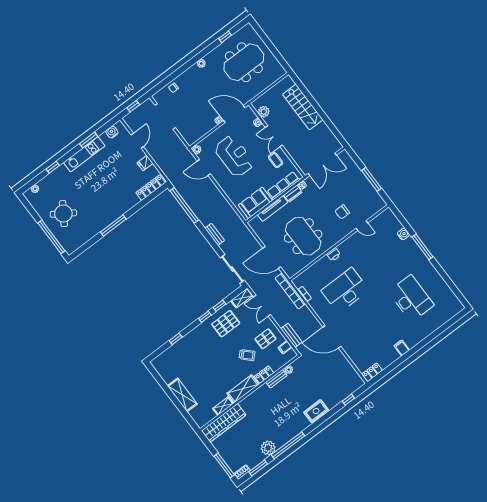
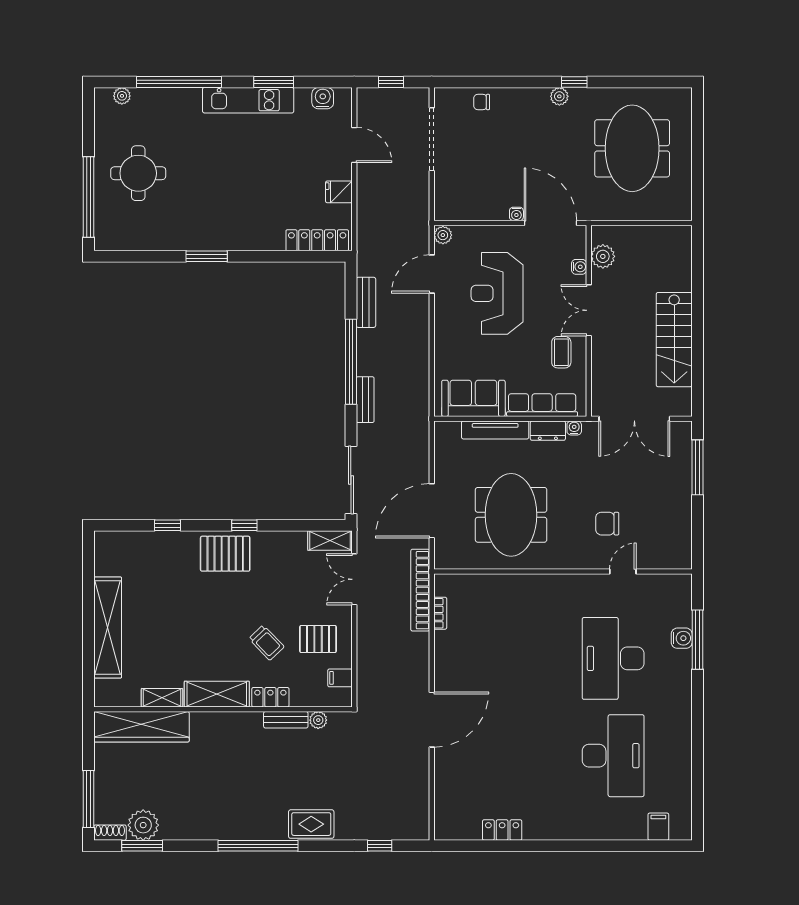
window: (225, 37) -> (574, 82), moved
meeting table: (244, 62) -> (632, 148), turned 90
stairs: (303, 107) -> (674, 340), moved
door: (137, 141) -> (354, 145), hinge flipped
reception desk: (234, 156) -> (497, 293), turned 180
window: (53, 167) -> (179, 82), width x3.17
door: (204, 168) -> (432, 274), hinge flipped
window: (371, 179) -> (697, 467), moved
window: (184, 205) -> (351, 362), moved
round table: (63, 214) -> (138, 173), turned -33
window: (113, 225) -> (207, 256), width x0.69
door: (362, 226) -> (623, 571), swing flipped
window: (422, 247) -> (697, 640), moved
printer: (334, 254) -> (539, 584), removed
door: (272, 258) -> (432, 511), hinge flipped
desk: (345, 290) -> (613, 658), moved, turned -90
window: (219, 306) -> (283, 525), removed
pallet: (226, 324) -> (225, 554), moved
bench: (291, 335) -> (366, 302), moved
door: (332, 337) -> (432, 720), swing flipped
filing cabinet: (402, 348) -> (658, 827), moved
locker: (372, 372) -> (502, 830), moved
shelving: (182, 395) -> (108, 628), width x1.47
window: (288, 445) -> (258, 846), moved
plant: (268, 448) -> (143, 825), moved

